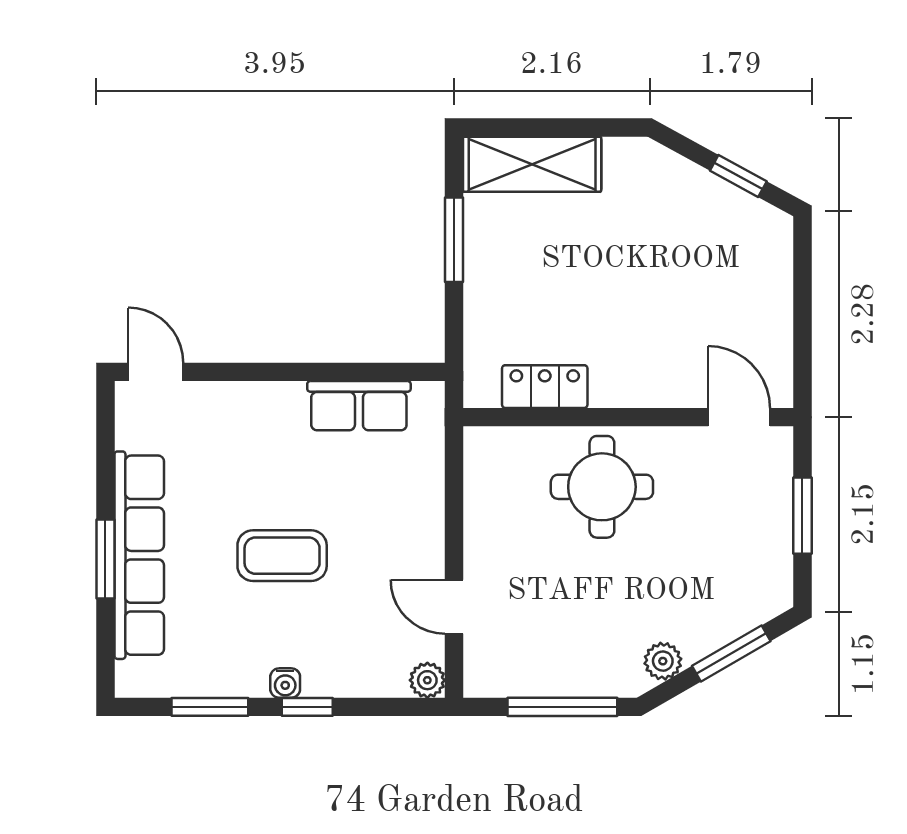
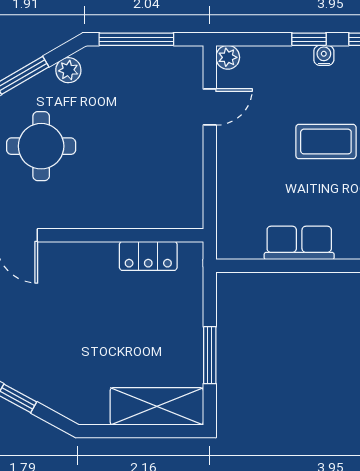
row of seats: (359, 406) -> (299, 243), moved
round table: (602, 487) -> (41, 146), moved
door: (454, 607) -> (210, 107), hinge flipped

